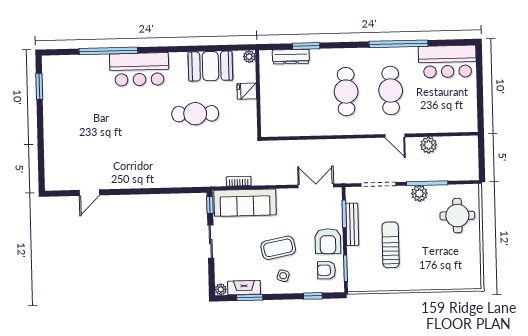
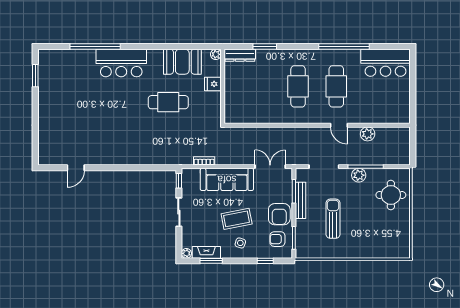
dresser: (291, 57) -> (240, 55), moved
sofa: (245, 203) -> (227, 179), moved

